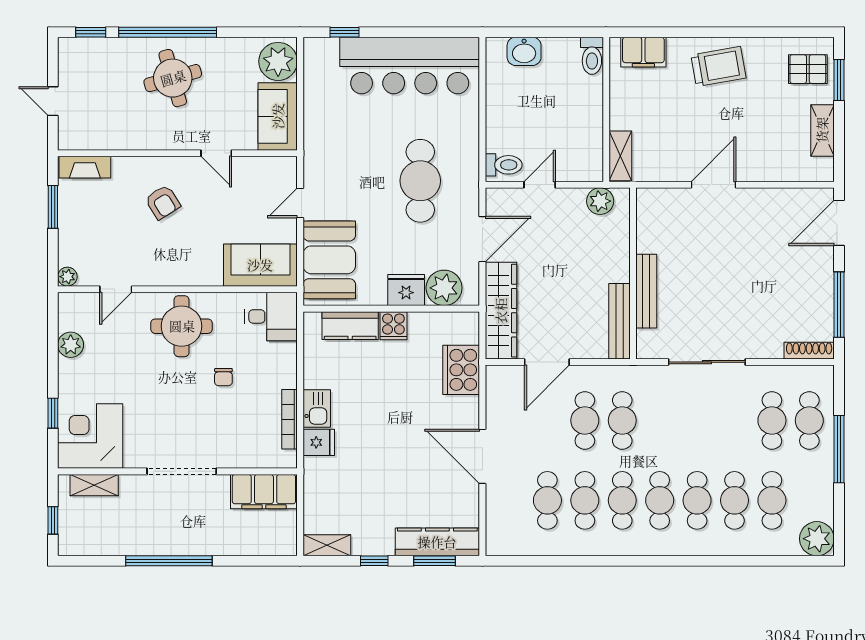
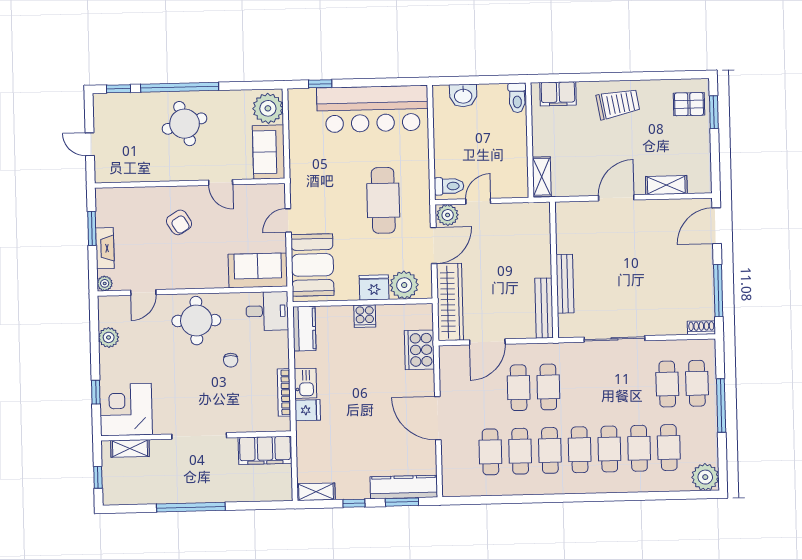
shelving: (822, 130) -> (666, 185), moved, turned 90
fireplace: (85, 167) -> (105, 248), moved, turned -90
plant: (600, 201) -> (448, 215), moved
kitchen counter: (350, 326) -> (304, 329), moved, turned -90
shoe rack: (809, 351) -> (701, 328), width x0.70

